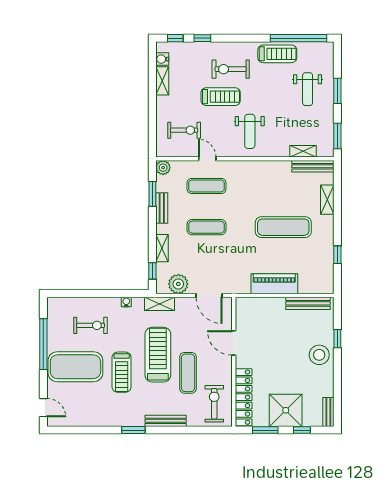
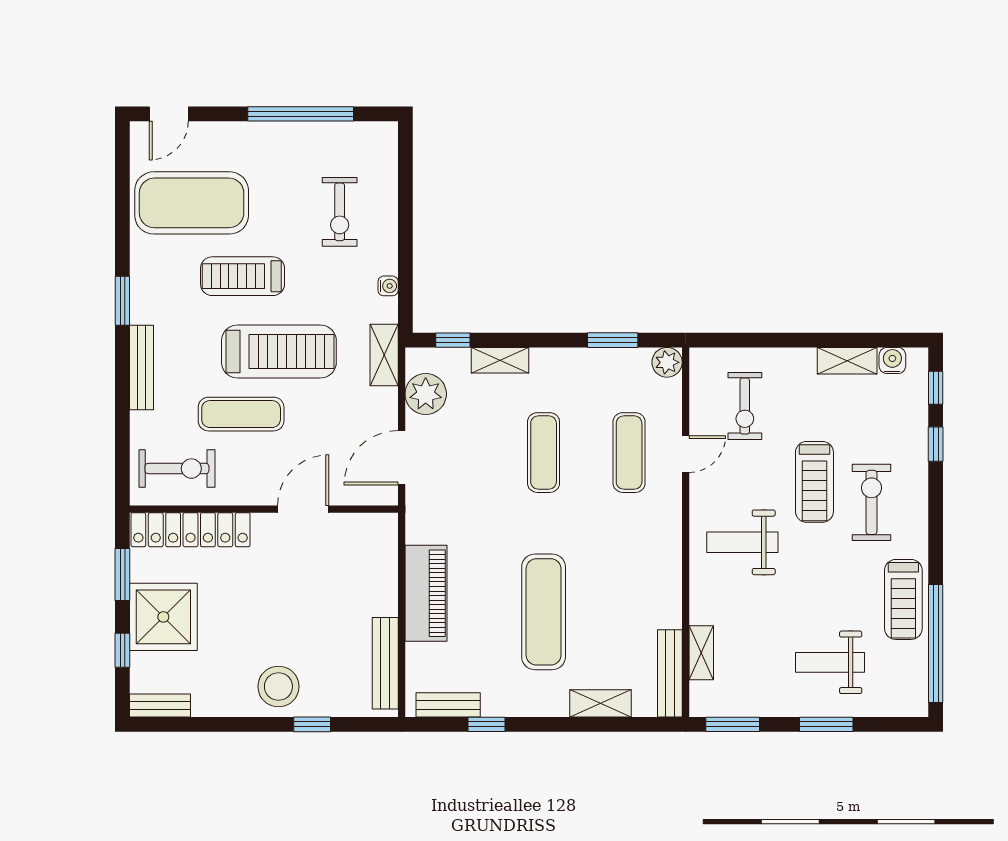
bench: (162, 208) -> (448, 705), moved
exercise mat: (75, 367) -> (192, 203), moved, turned 90

